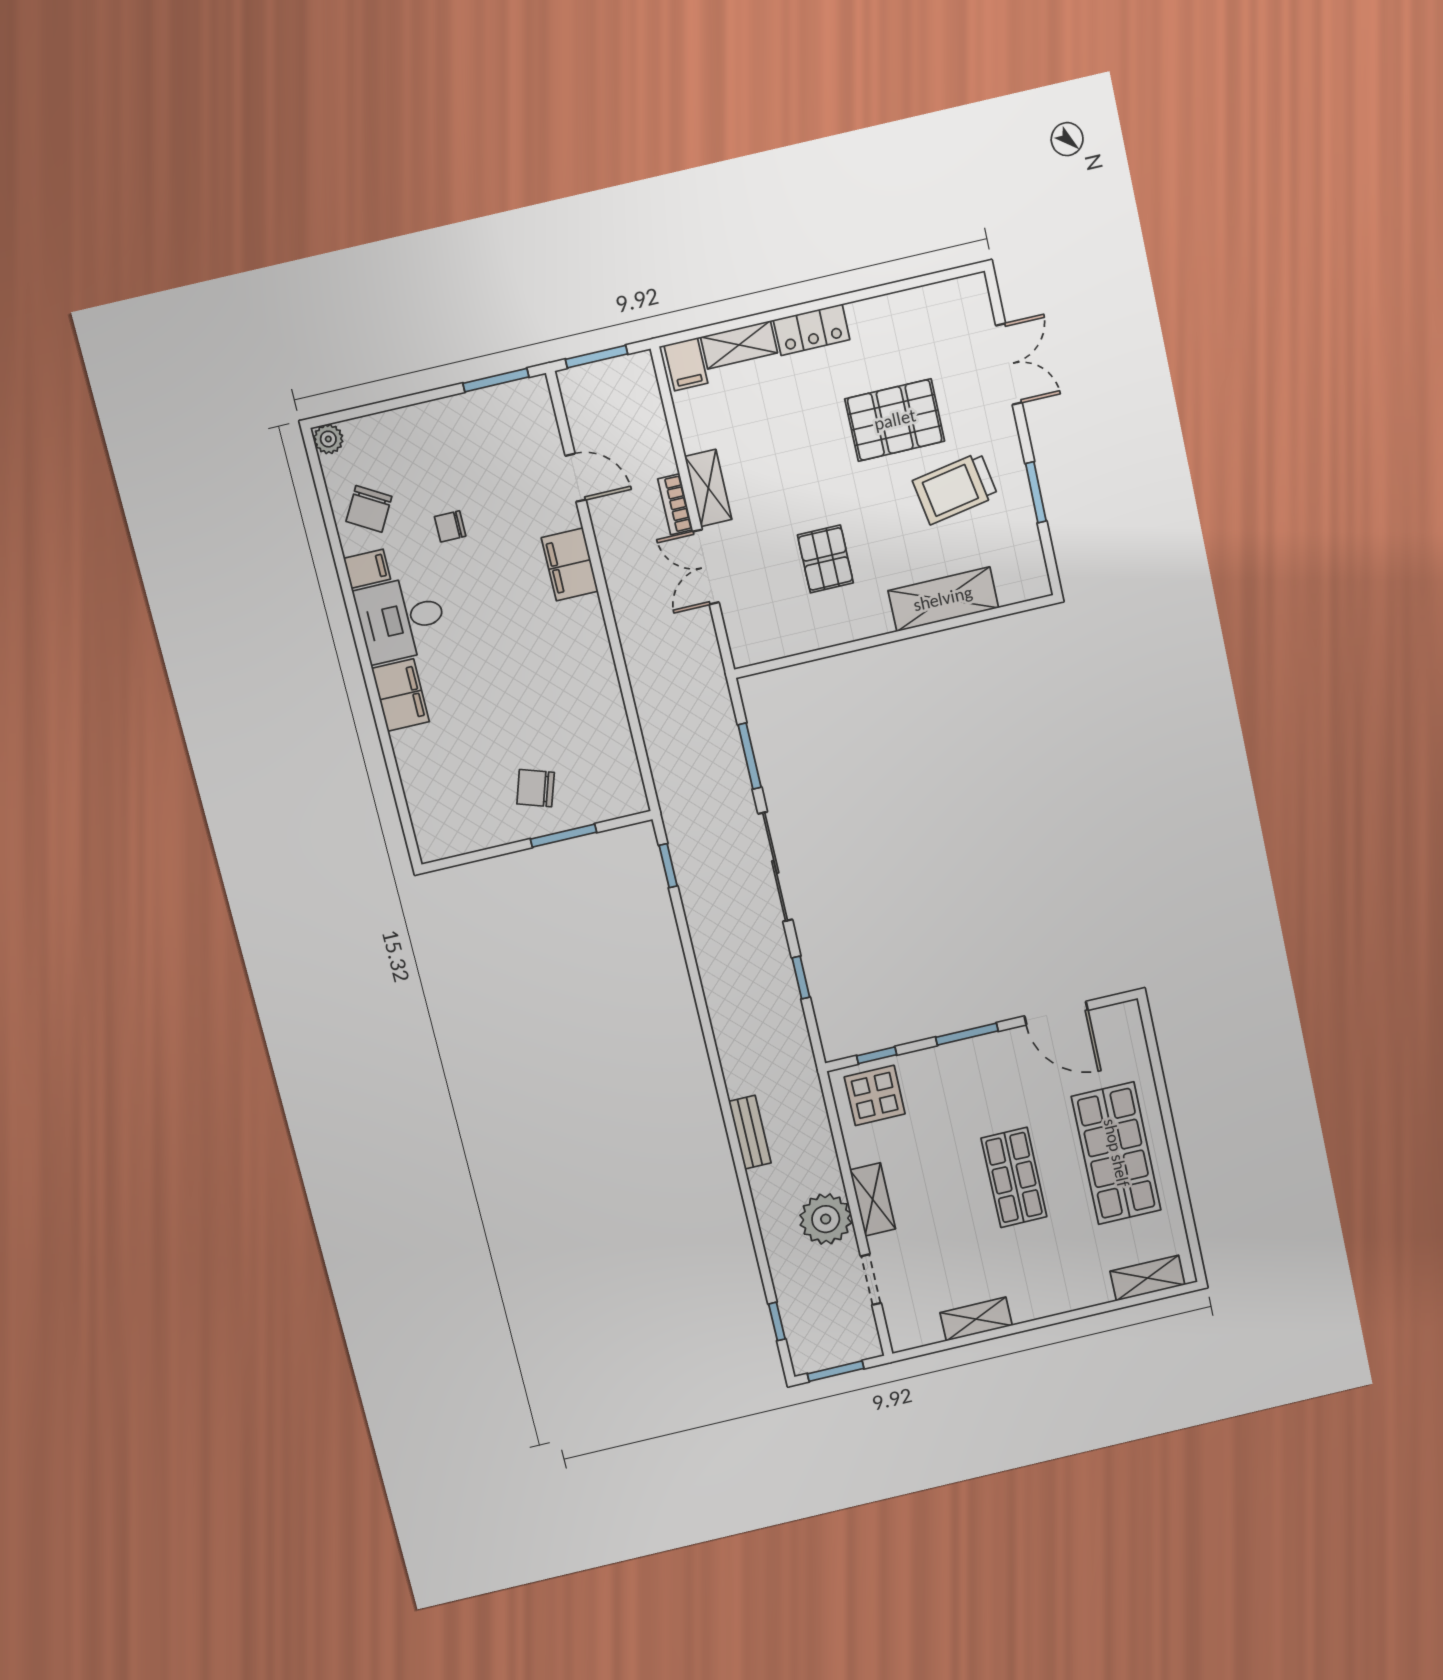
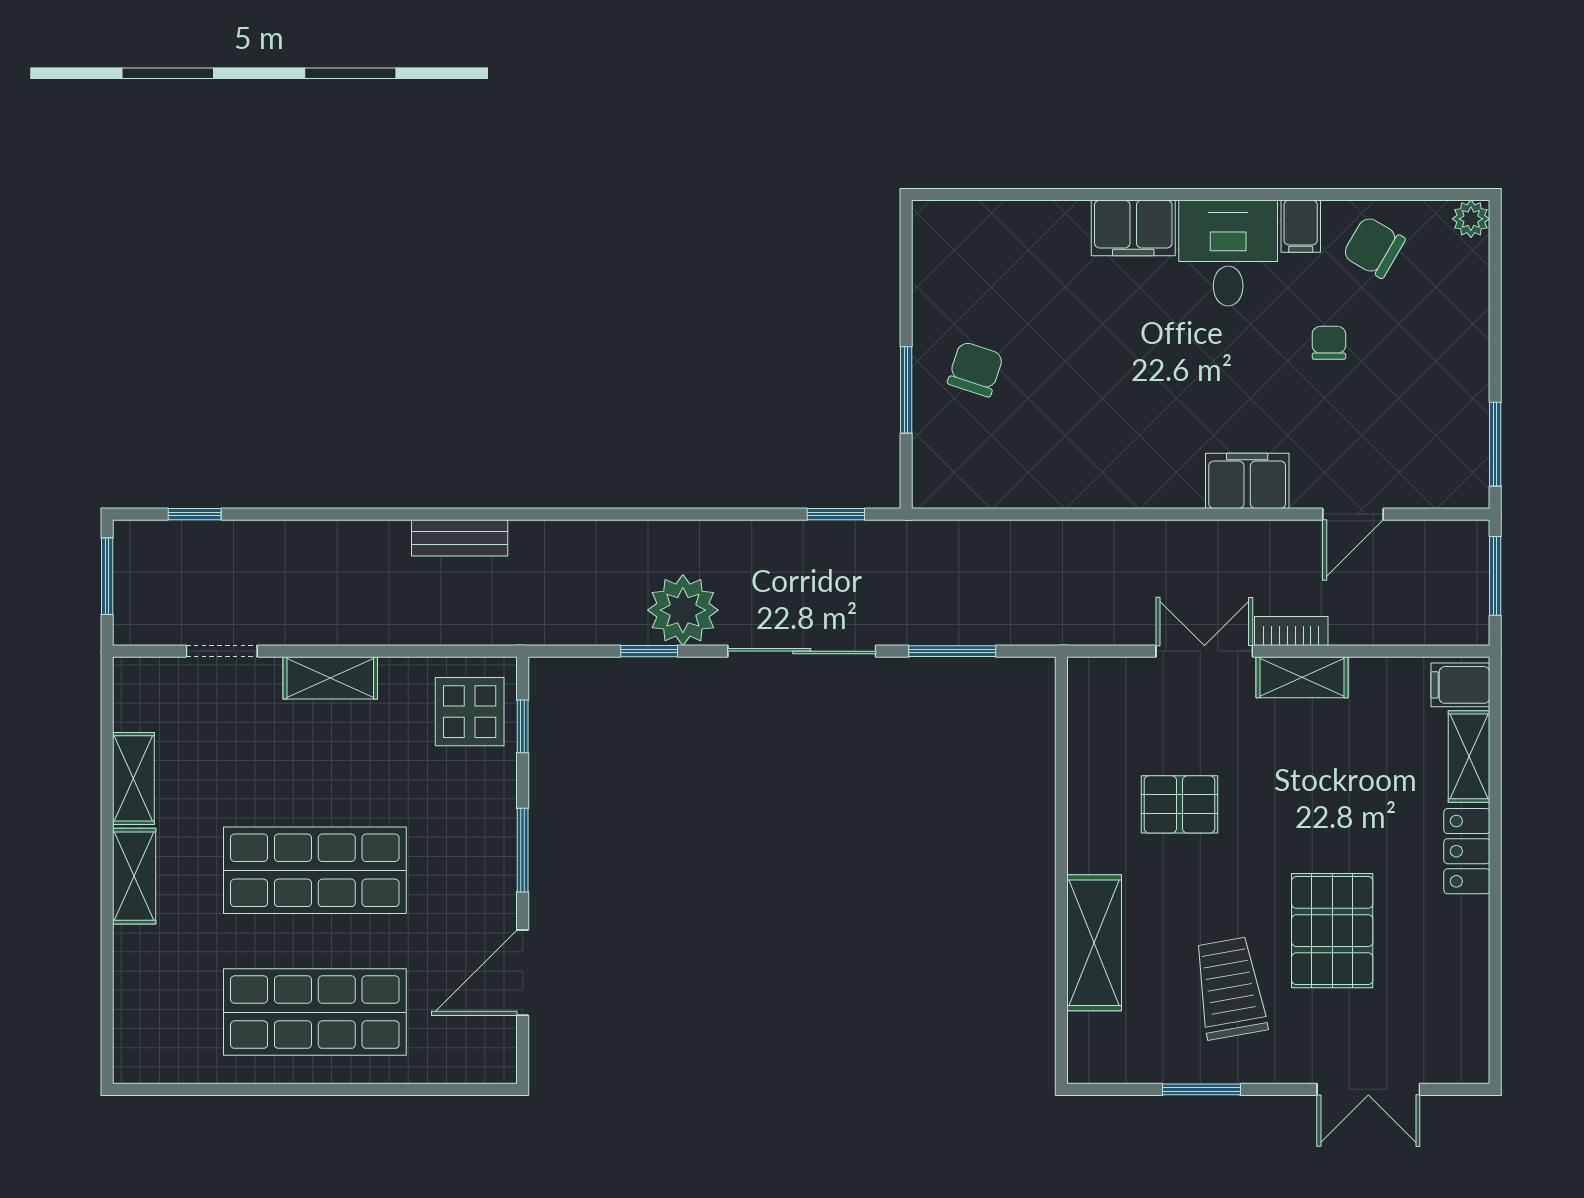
shop shelf: (1014, 1177) -> (315, 870), width x1.43, depth x1.36
plant: (826, 1219) -> (683, 610), moved
shelving: (1147, 1278) -> (134, 876), moved

